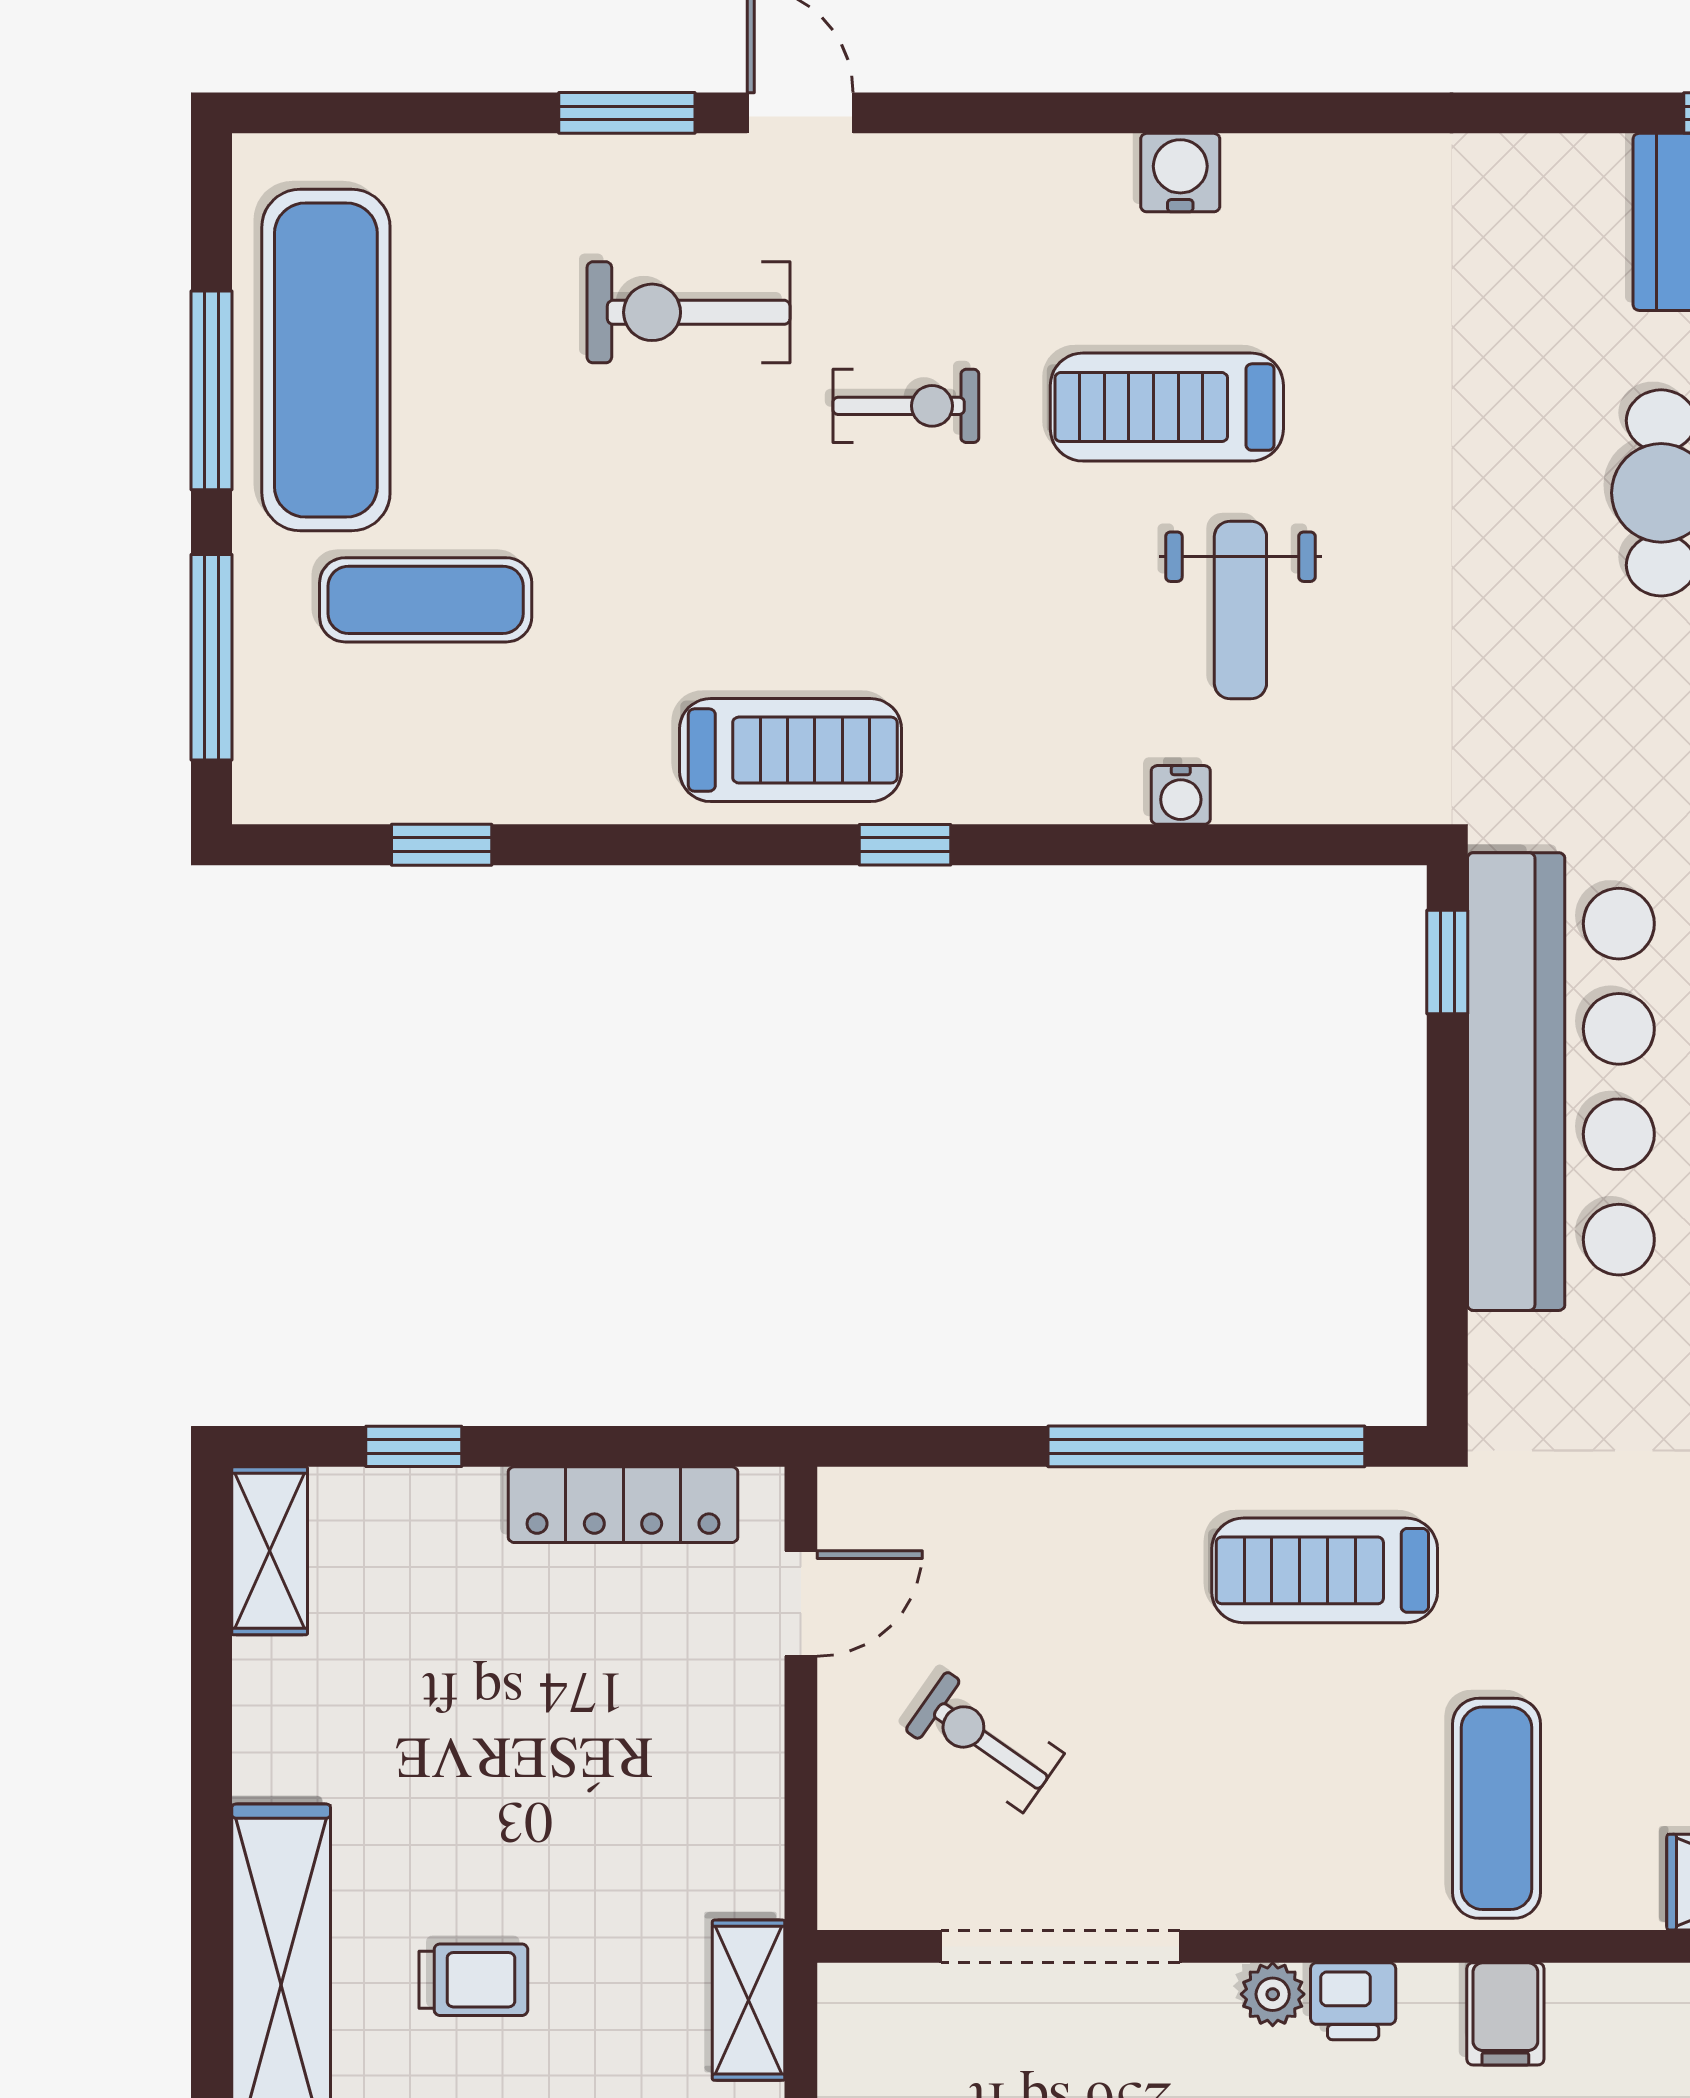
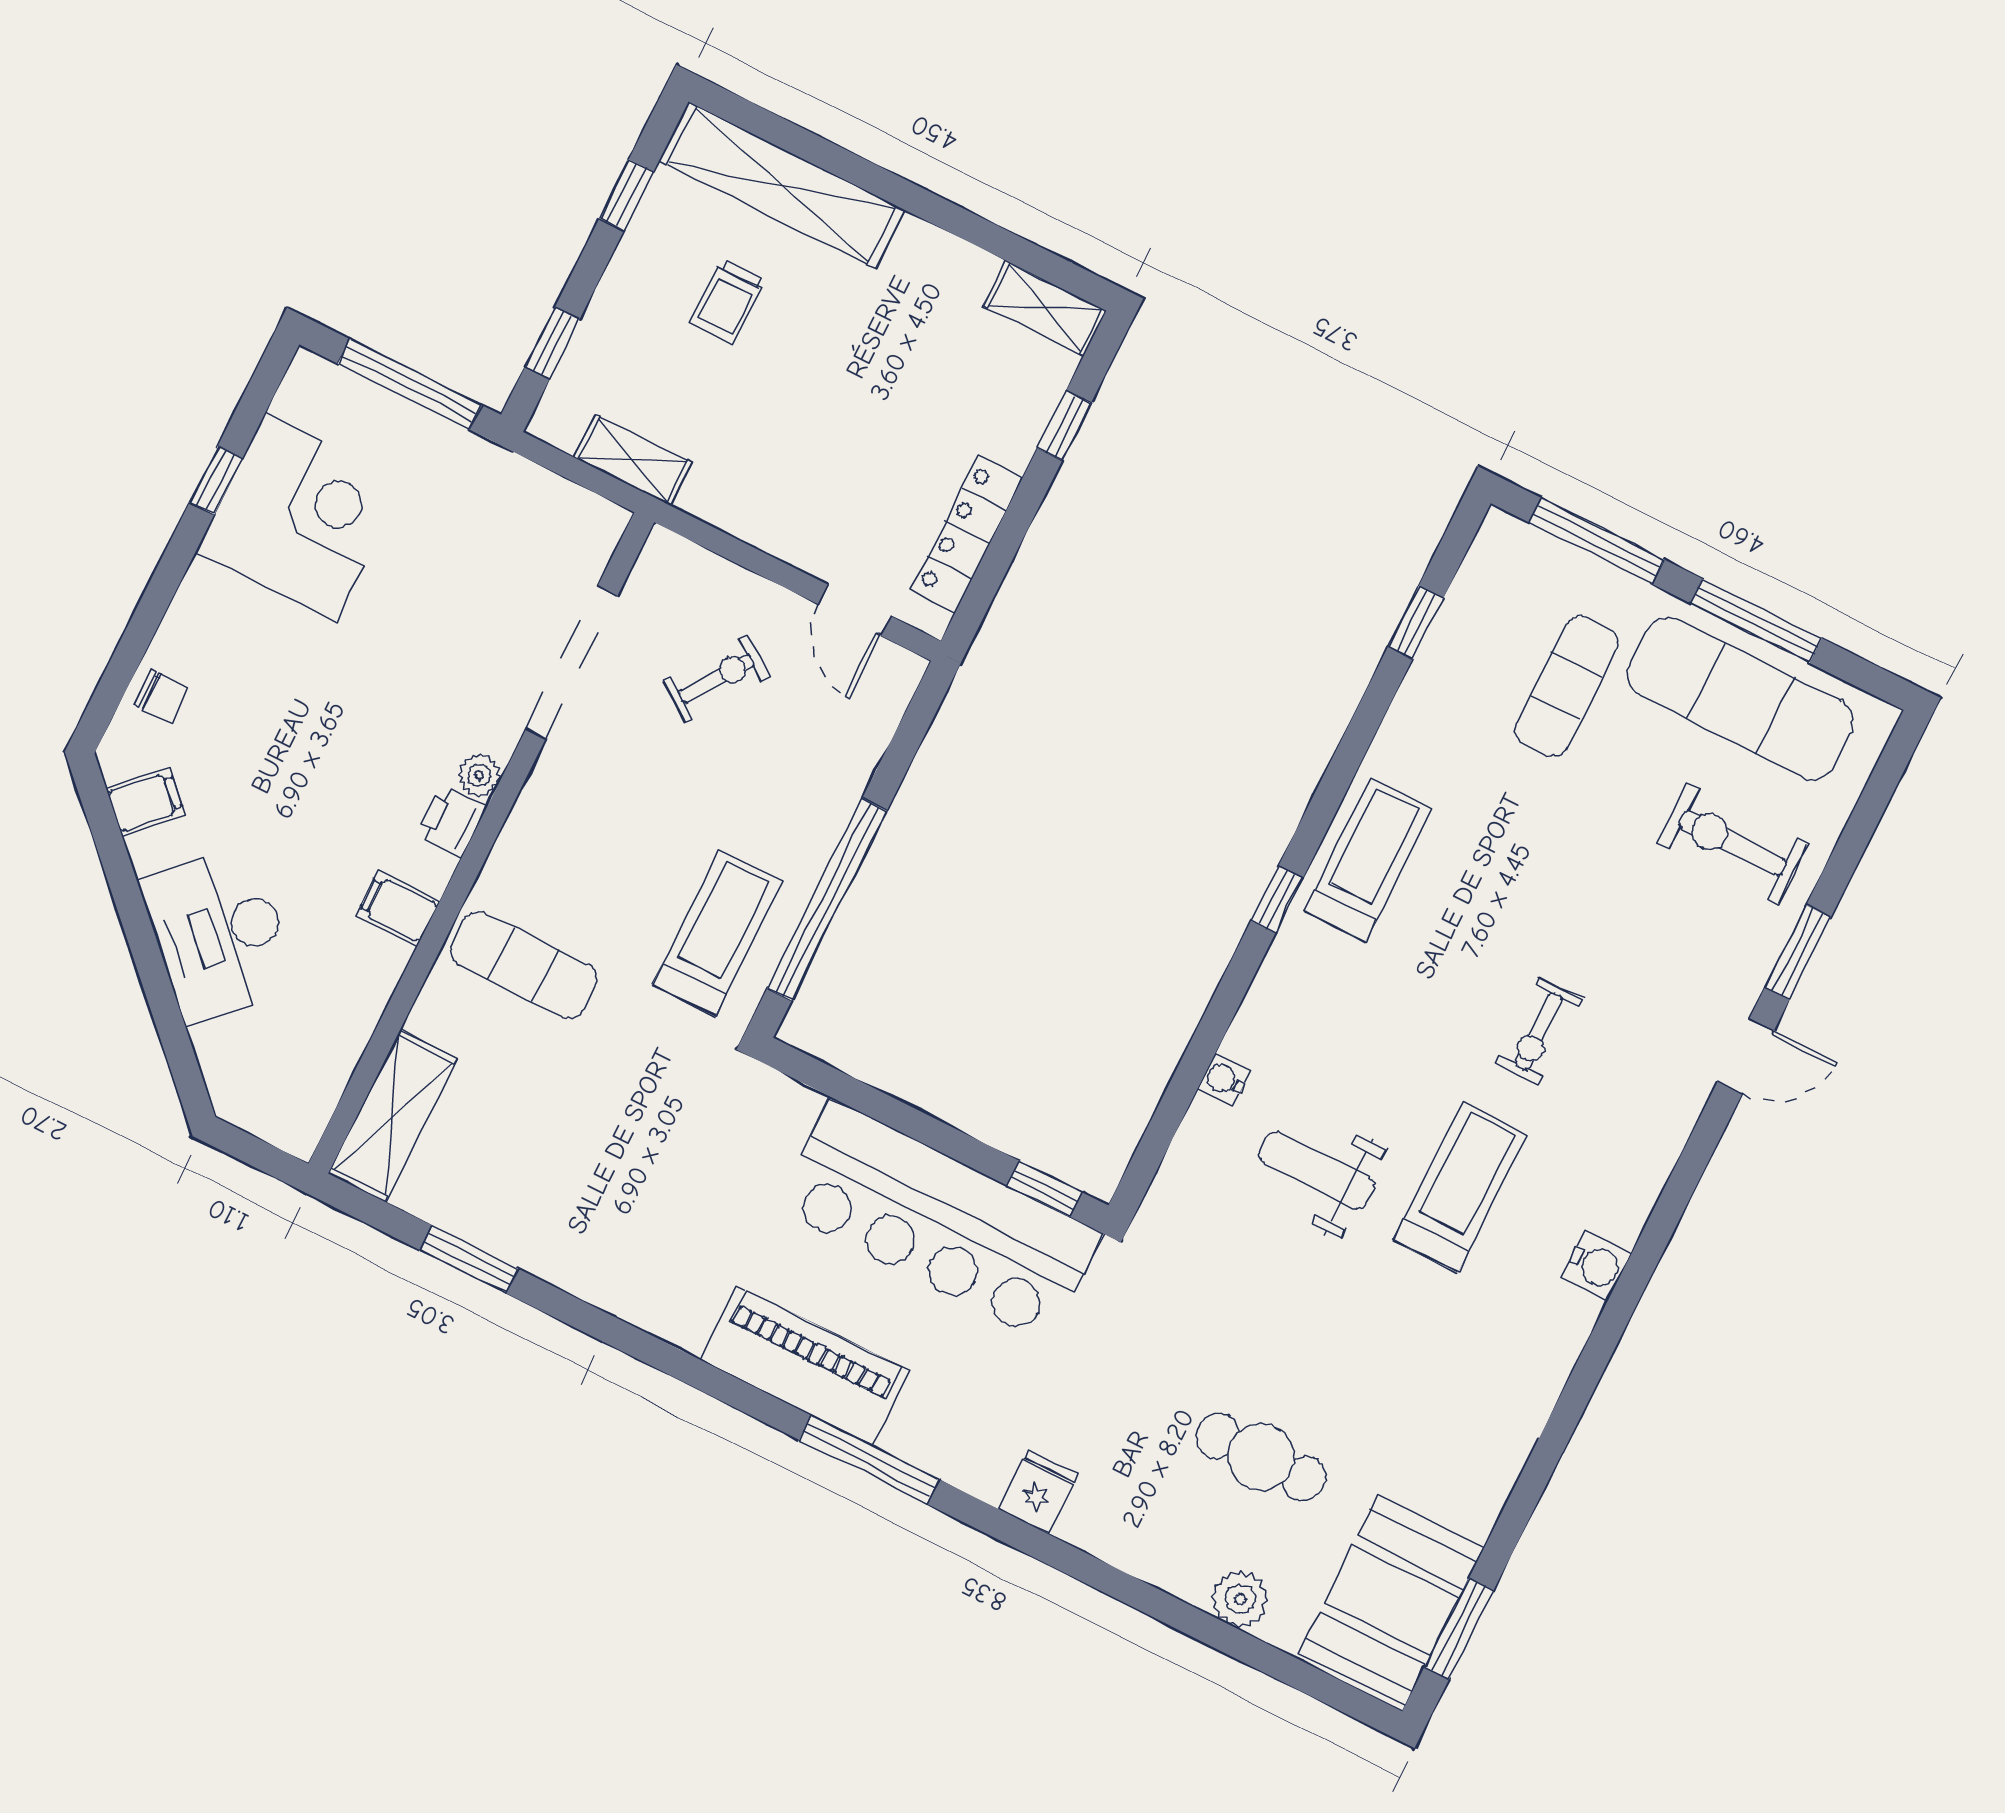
exercise bike: (688, 312) -> (1733, 843), moved, turned -90
treadmill: (791, 750) -> (1368, 859), turned 180

